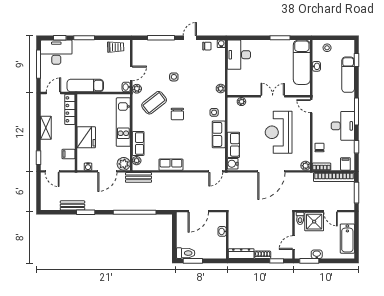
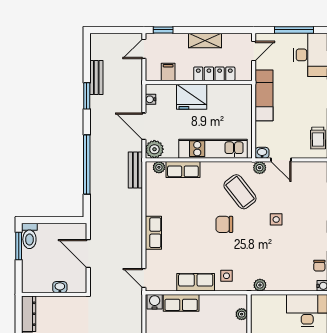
door: (54, 93) -> (254, 51), hinge flipped
locker: (70, 109) -> (214, 74), moved
row of seats: (171, 165) -> (153, 233), moved

